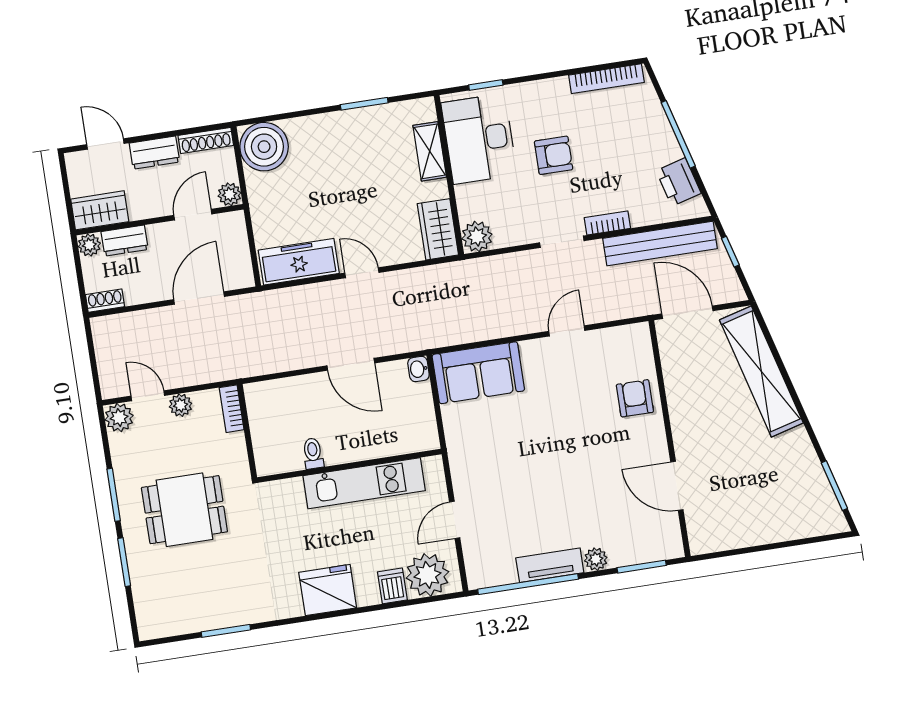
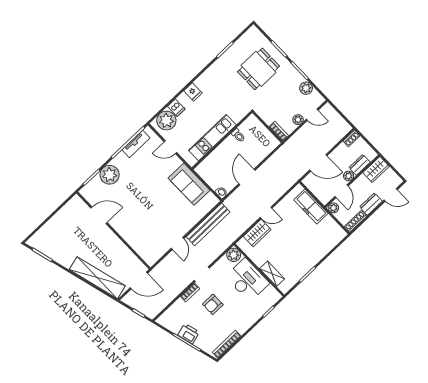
desk: (479, 139) -> (247, 280), moved
boiler: (264, 147) -> (333, 234), removed
armchair: (554, 155) -> (213, 304), moved
printer: (679, 182) -> (189, 334), moved
wardrobe: (438, 229) -> (257, 233), moved, turned 90
bench: (660, 243) -> (208, 224), moved
plant: (89, 245) -> (349, 176), moved
freezer: (299, 262) -> (311, 207), moved, turned 90
door: (199, 298) -> (318, 163), hinge flipped
door: (351, 364) -> (247, 177), hinge flipped
sofa: (478, 373) -> (189, 184), moved, turned -90
armchair: (635, 398) -> (136, 236), removed
plant: (119, 418) -> (306, 88), moved
dining table: (184, 510) -> (259, 69), moved
door: (455, 520) -> (170, 147), swing flipped
plant: (596, 559) -> (110, 175), width x1.87, depth x1.87
tv unit: (550, 565) -> (136, 144), moved
fridge: (328, 590) -> (193, 92), width x0.53, depth x0.75

